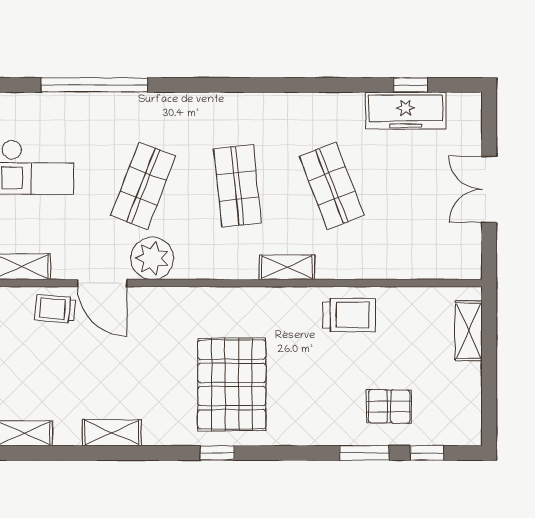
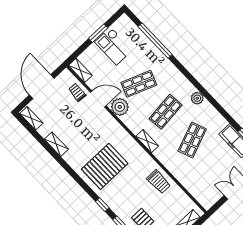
plant: (267, 107) -> (197, 98), added
shelving: (287, 267) -> (147, 141), moved
door: (102, 283) -> (98, 99), swing flipped
window: (217, 453) -> (102, 205), moved

